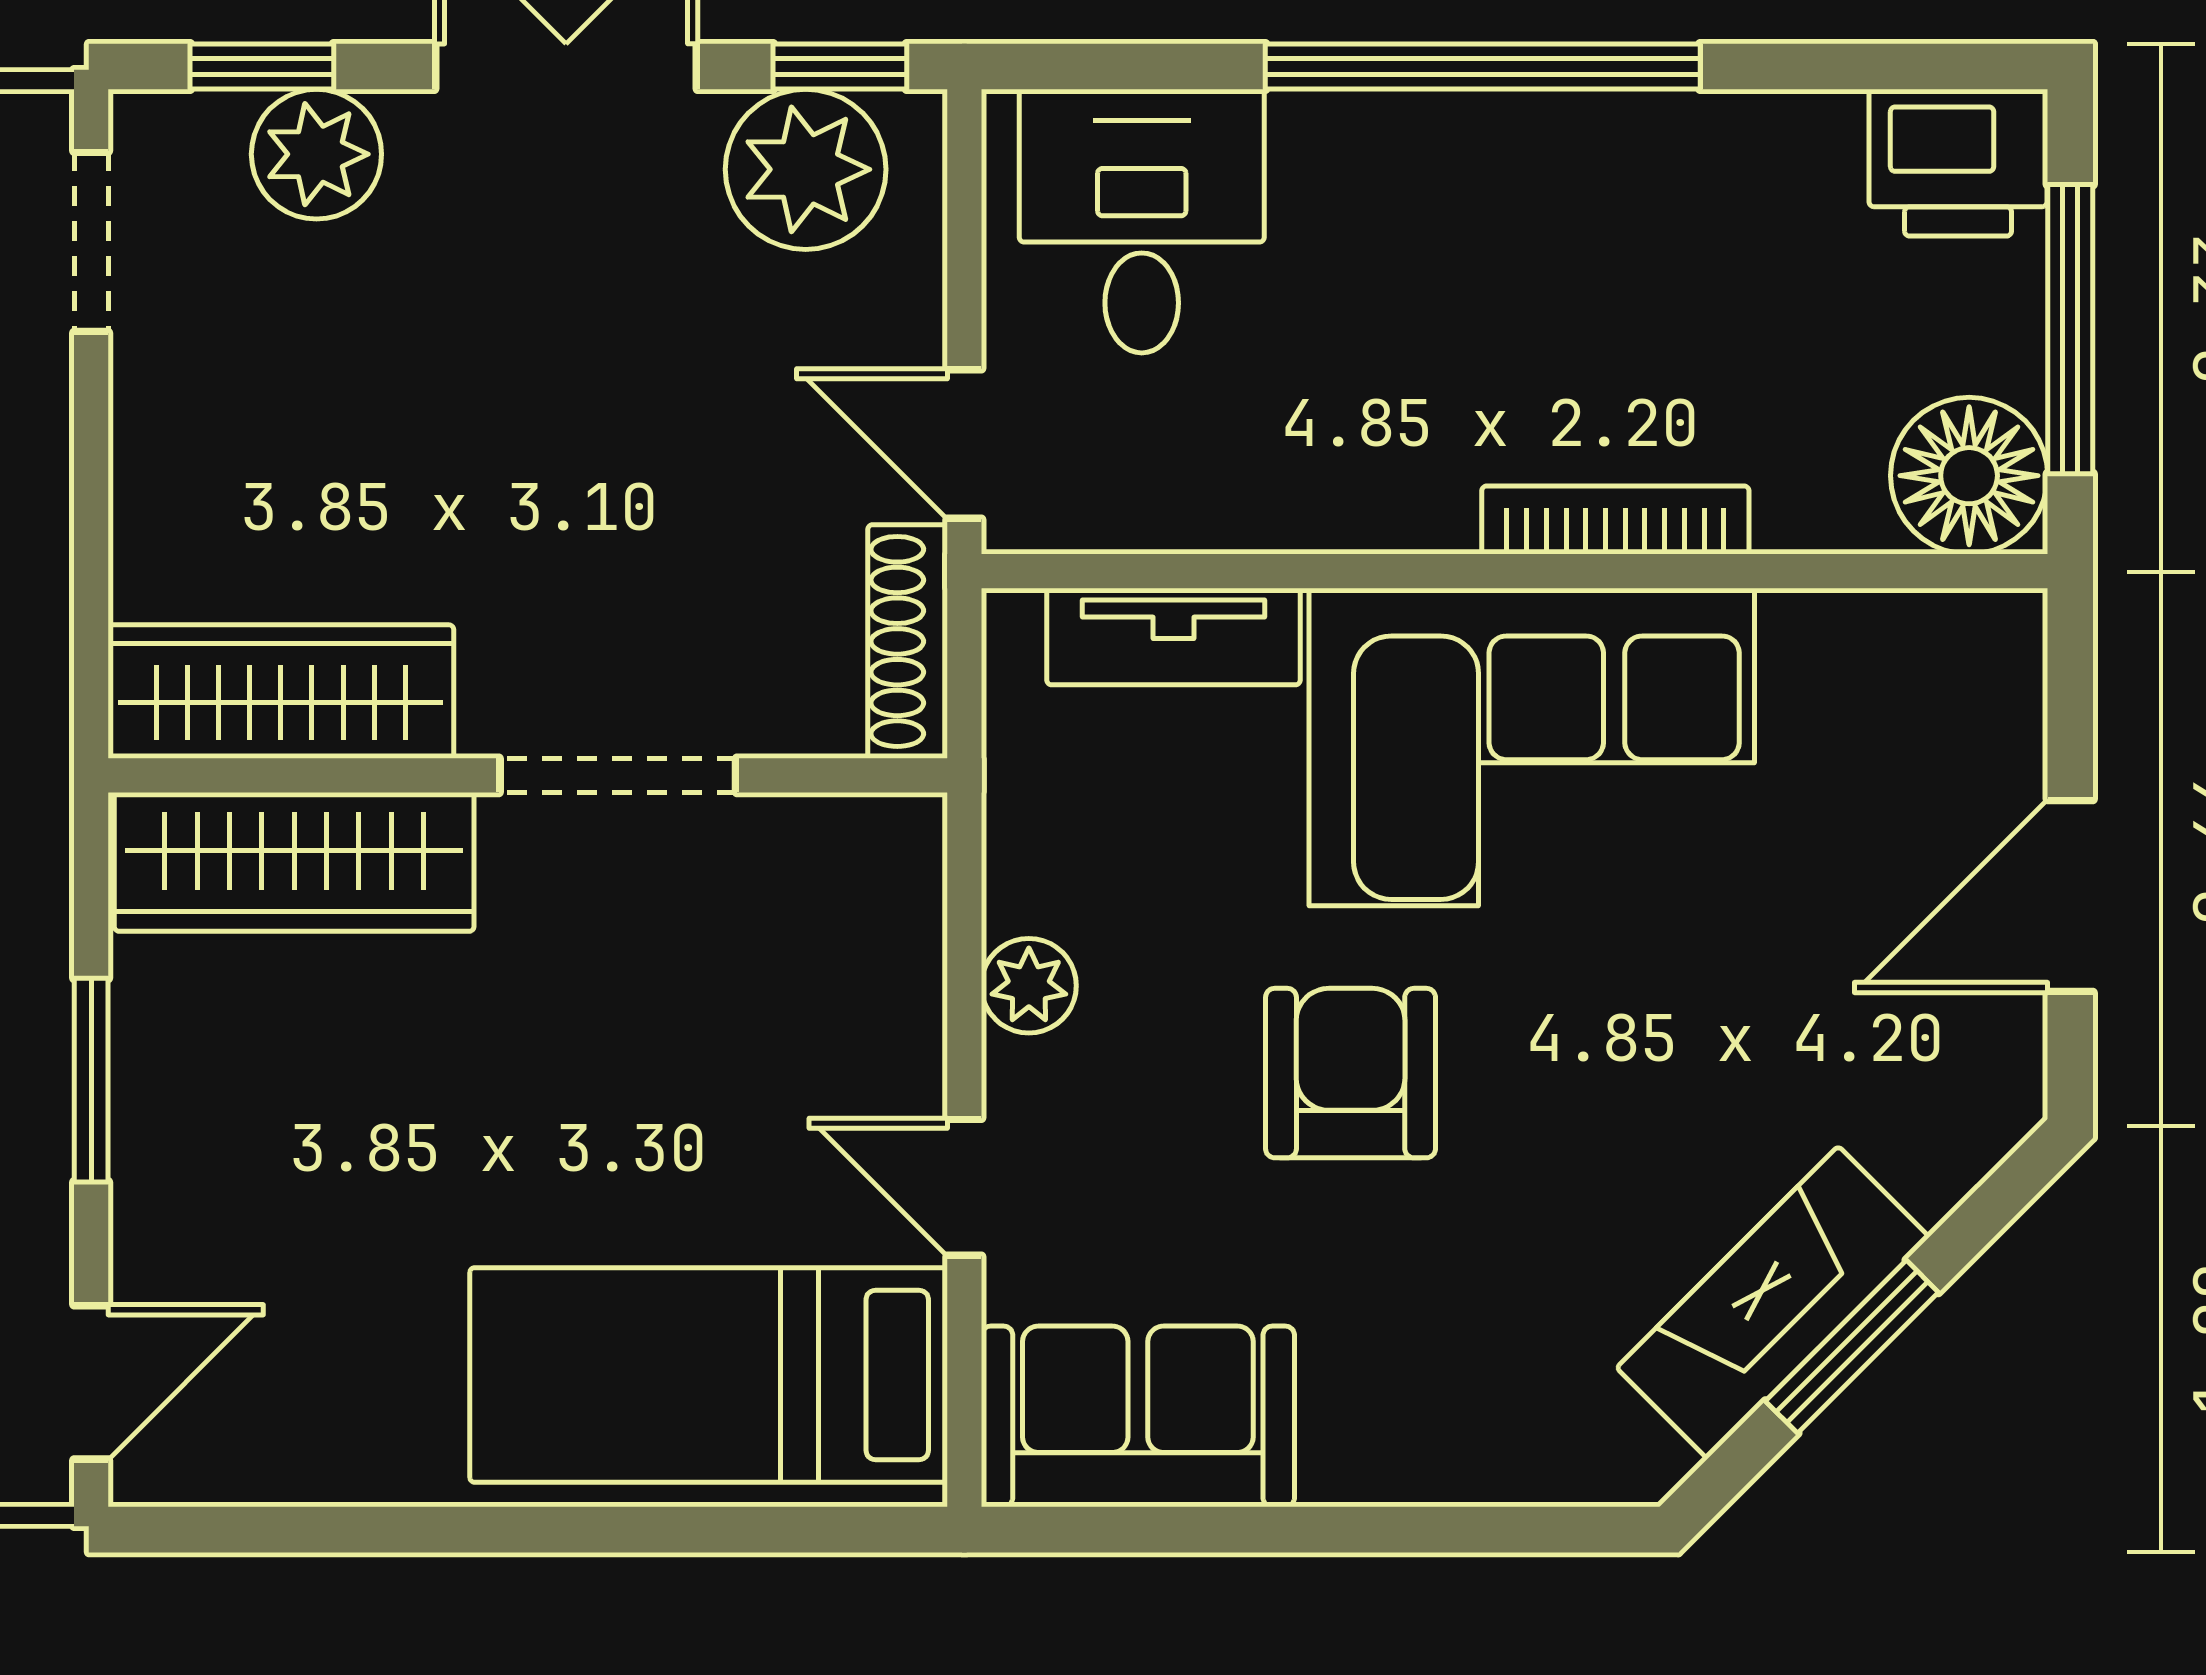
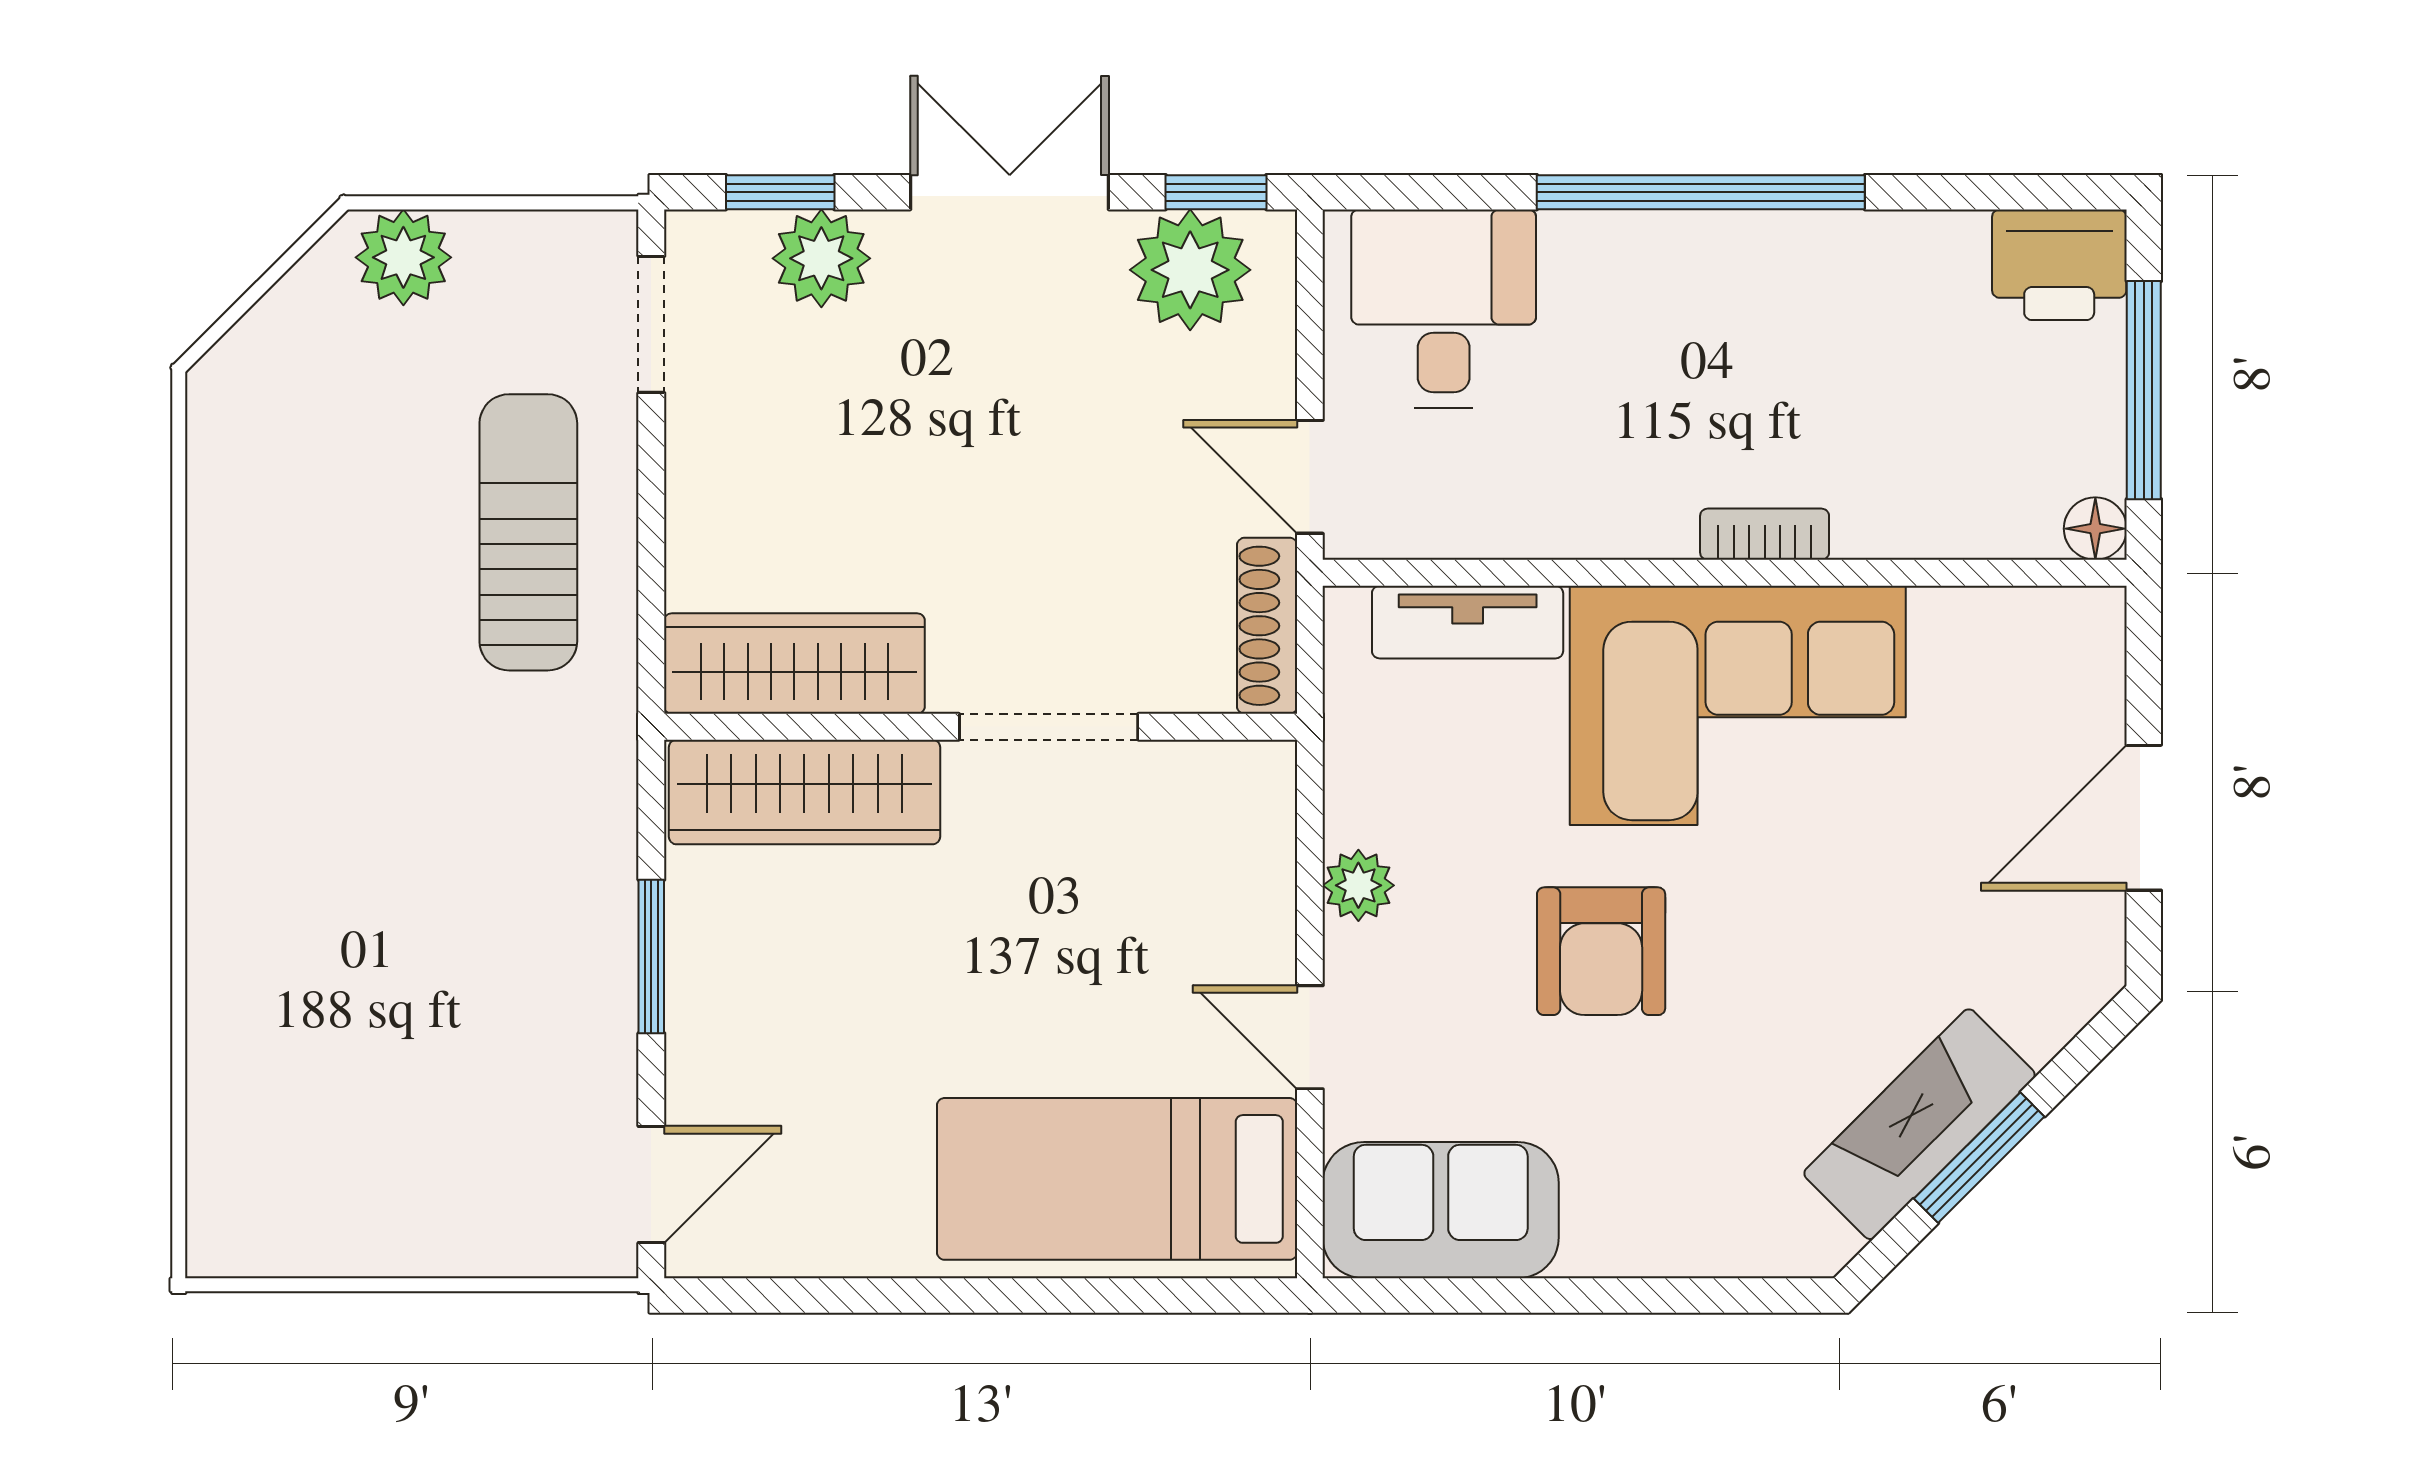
floor lamp: (1969, 476) -> (2095, 529), width x0.53, depth x0.53
bookcase: (1615, 520) -> (1765, 534), width x0.64
armchair: (1351, 1073) -> (1601, 951), turned 180

